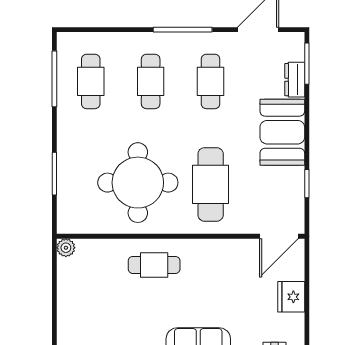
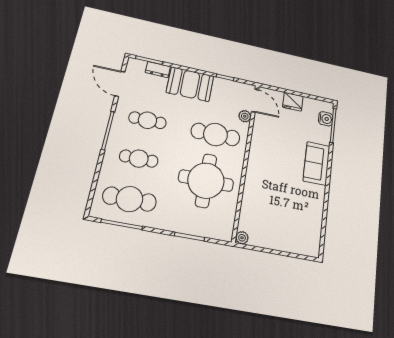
cafe table: (91, 81) -> (130, 199), width x1.37, depth x1.35
plant: (250, 224) -> (245, 116), added
cafe table: (154, 265) -> (262, 181), removed

